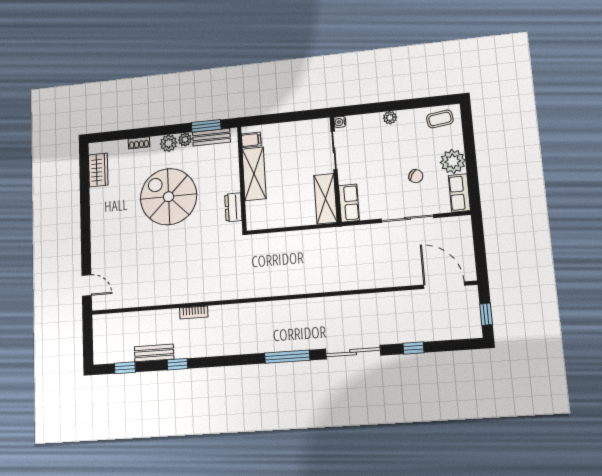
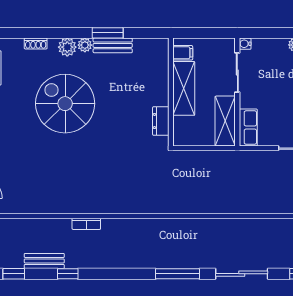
filing cabinet: (251, 140) -> (183, 53), moved
shelving: (254, 174) -> (184, 88), moved
wall: (242, 178) -> (171, 92), moved
dresser: (233, 207) -> (161, 121), moved

